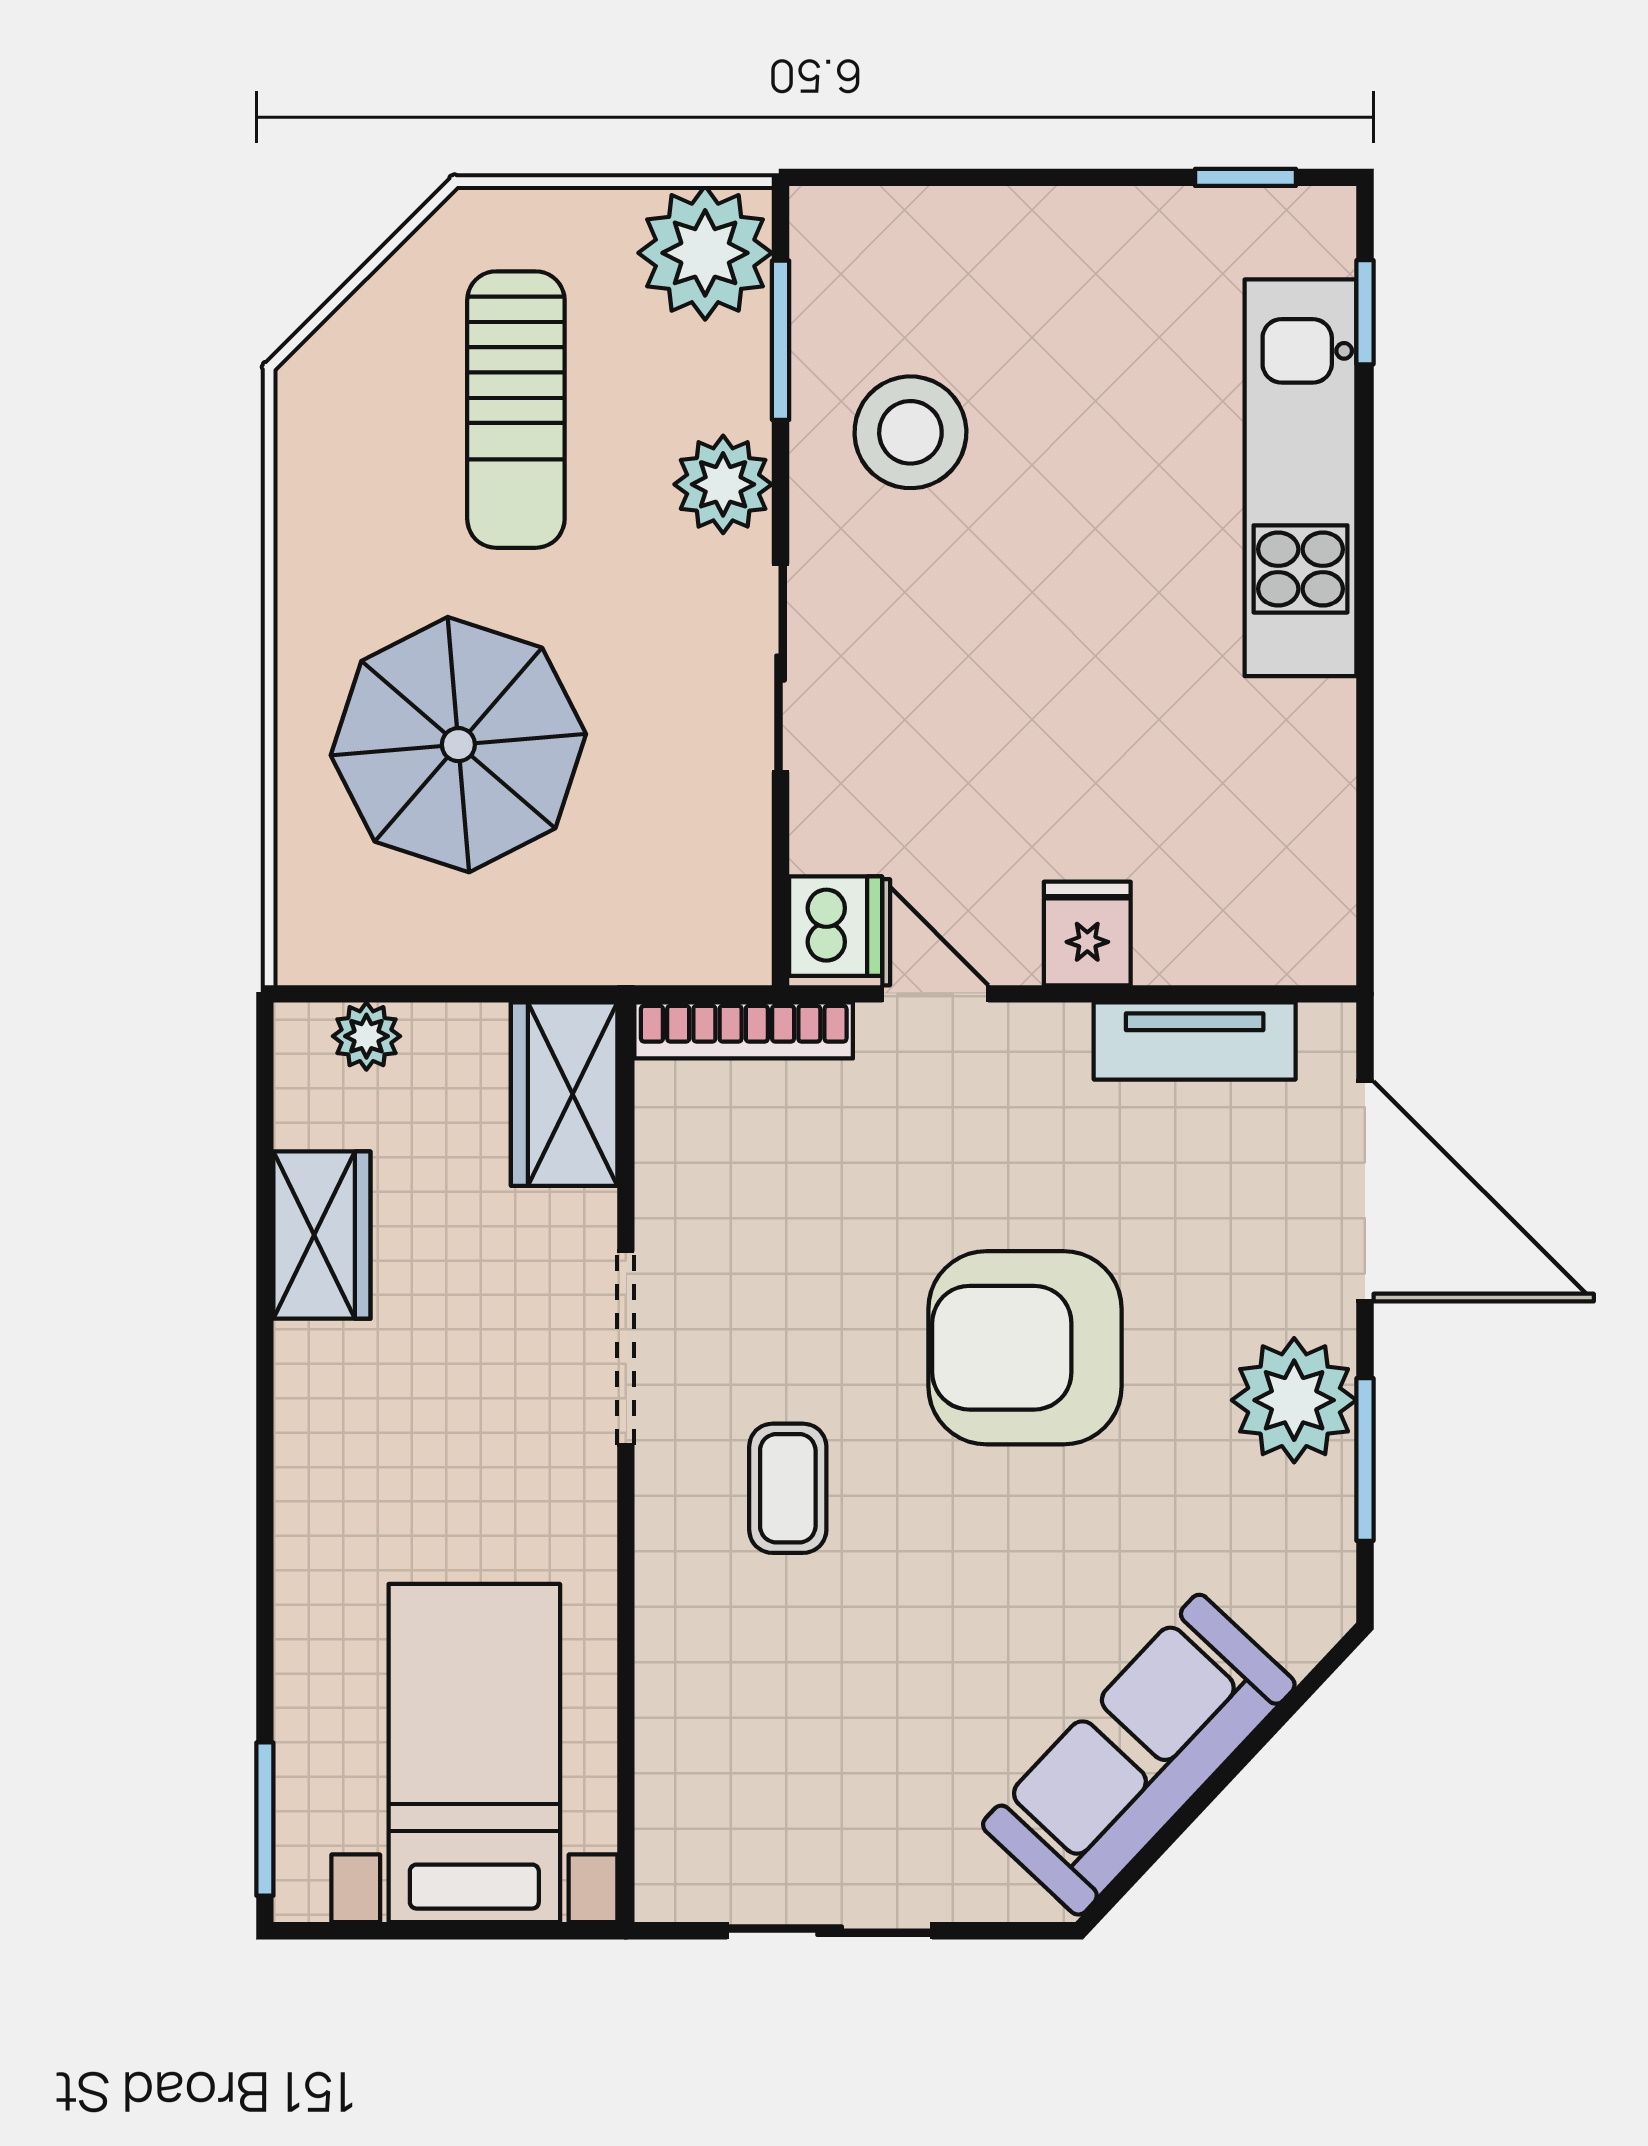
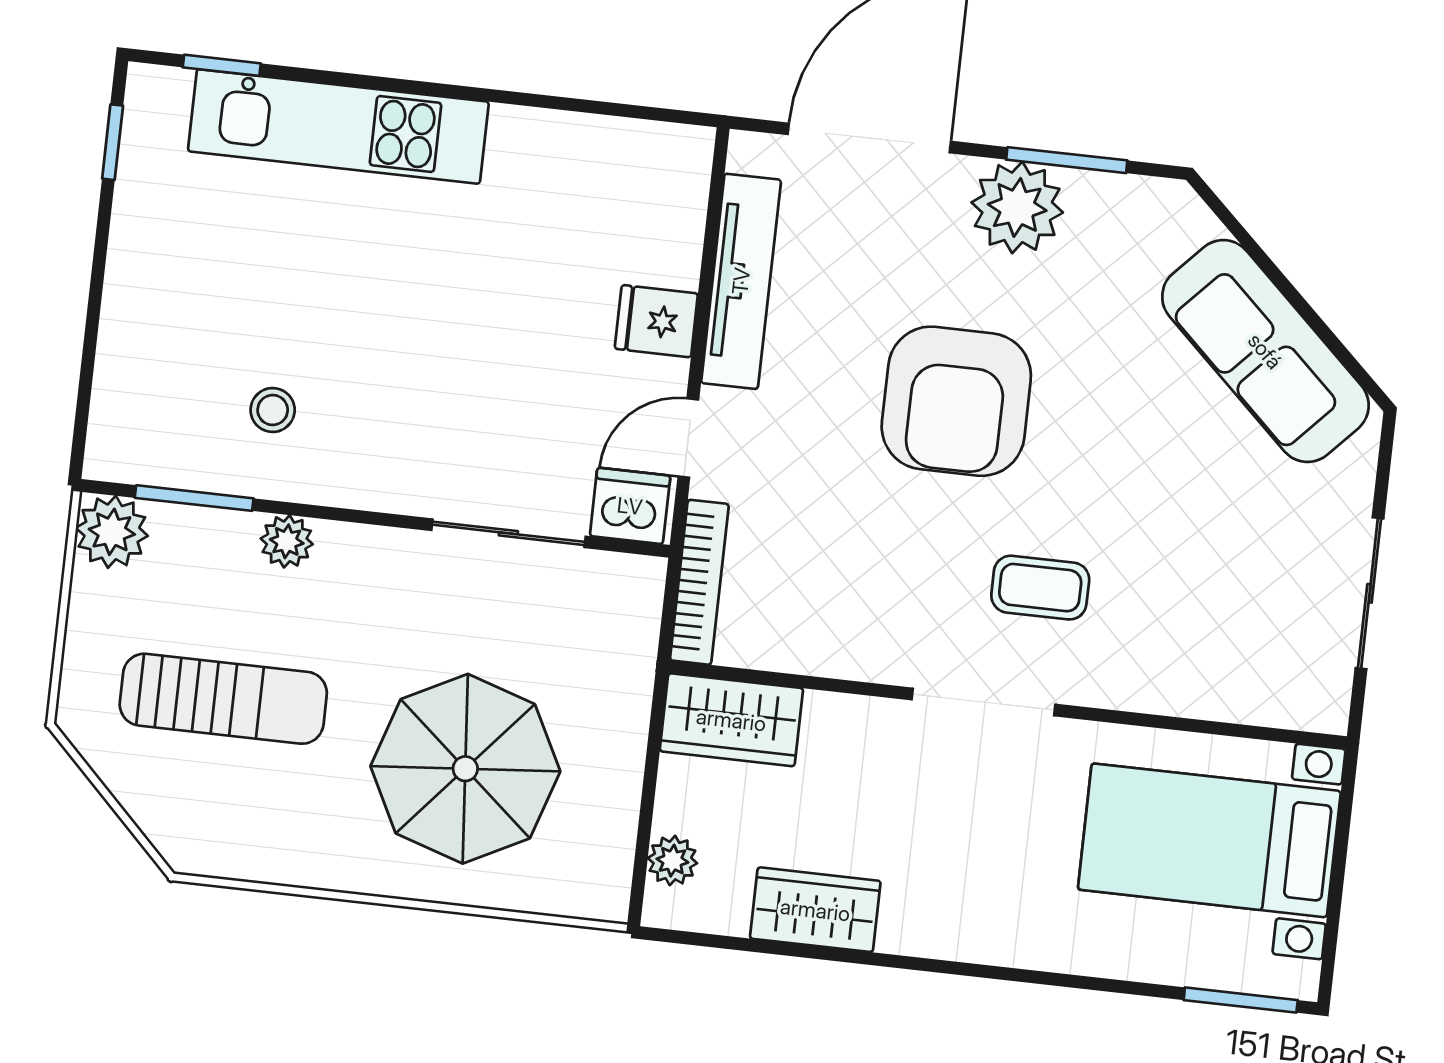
plant: (705, 253) -> (112, 532), width x0.73, depth x0.73
stool: (910, 432) -> (273, 410), width x0.53, depth x0.53
plant: (723, 484) -> (287, 541), width x0.73, depth x0.73
sliding door: (781, 668) -> (508, 533), moved
tv unit: (1195, 1041) -> (741, 281), width x1.41
doorway: (626, 1348) -> (983, 702), moved

